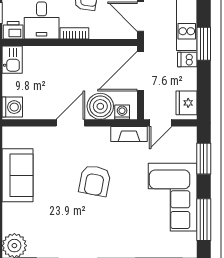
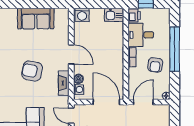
boiler: (100, 106) -> (78, 79), width x0.54, depth x0.54
fireplace: (129, 134) -> (64, 83), moved

